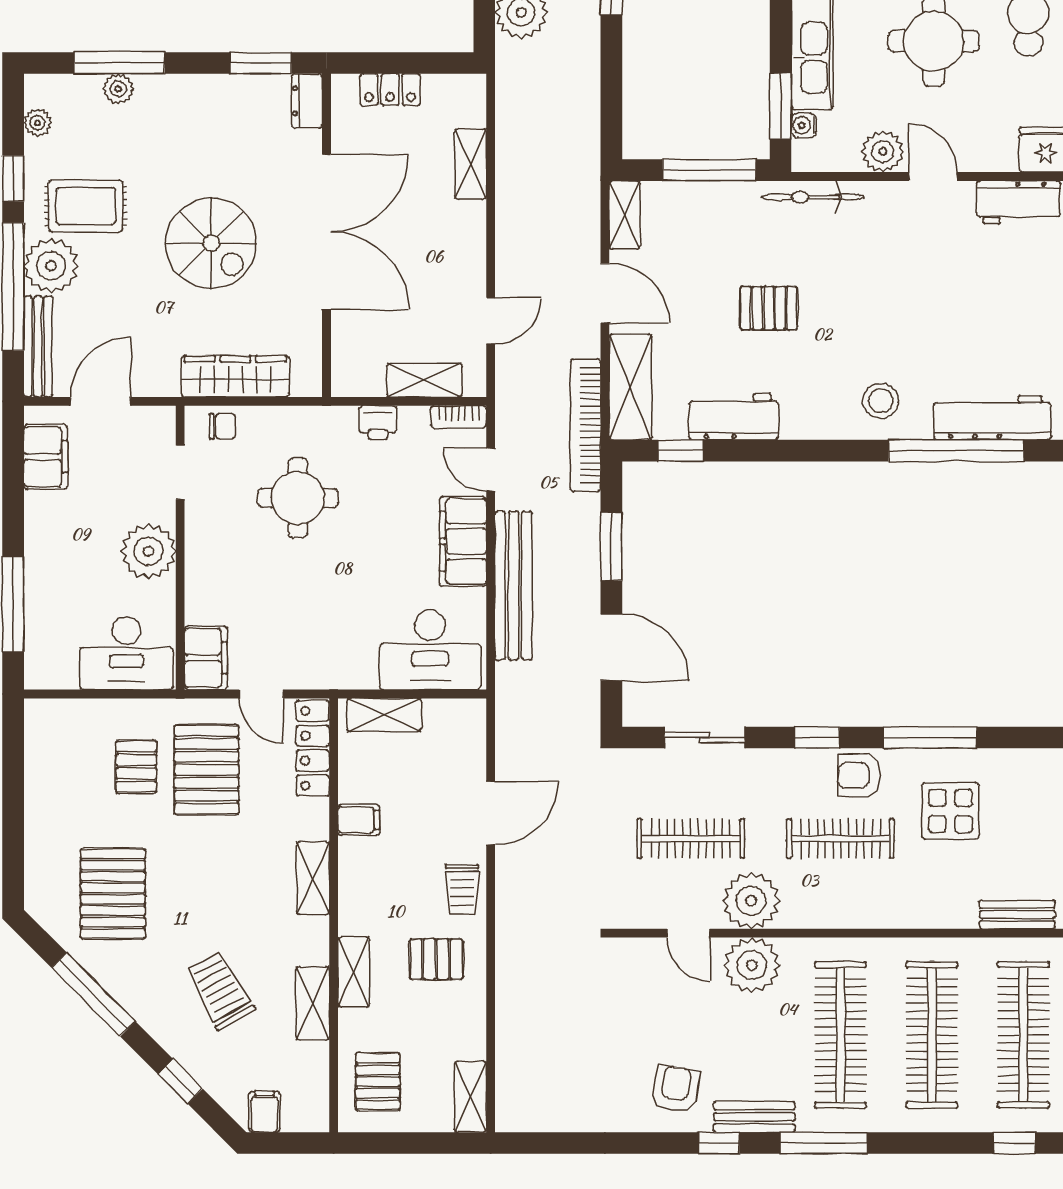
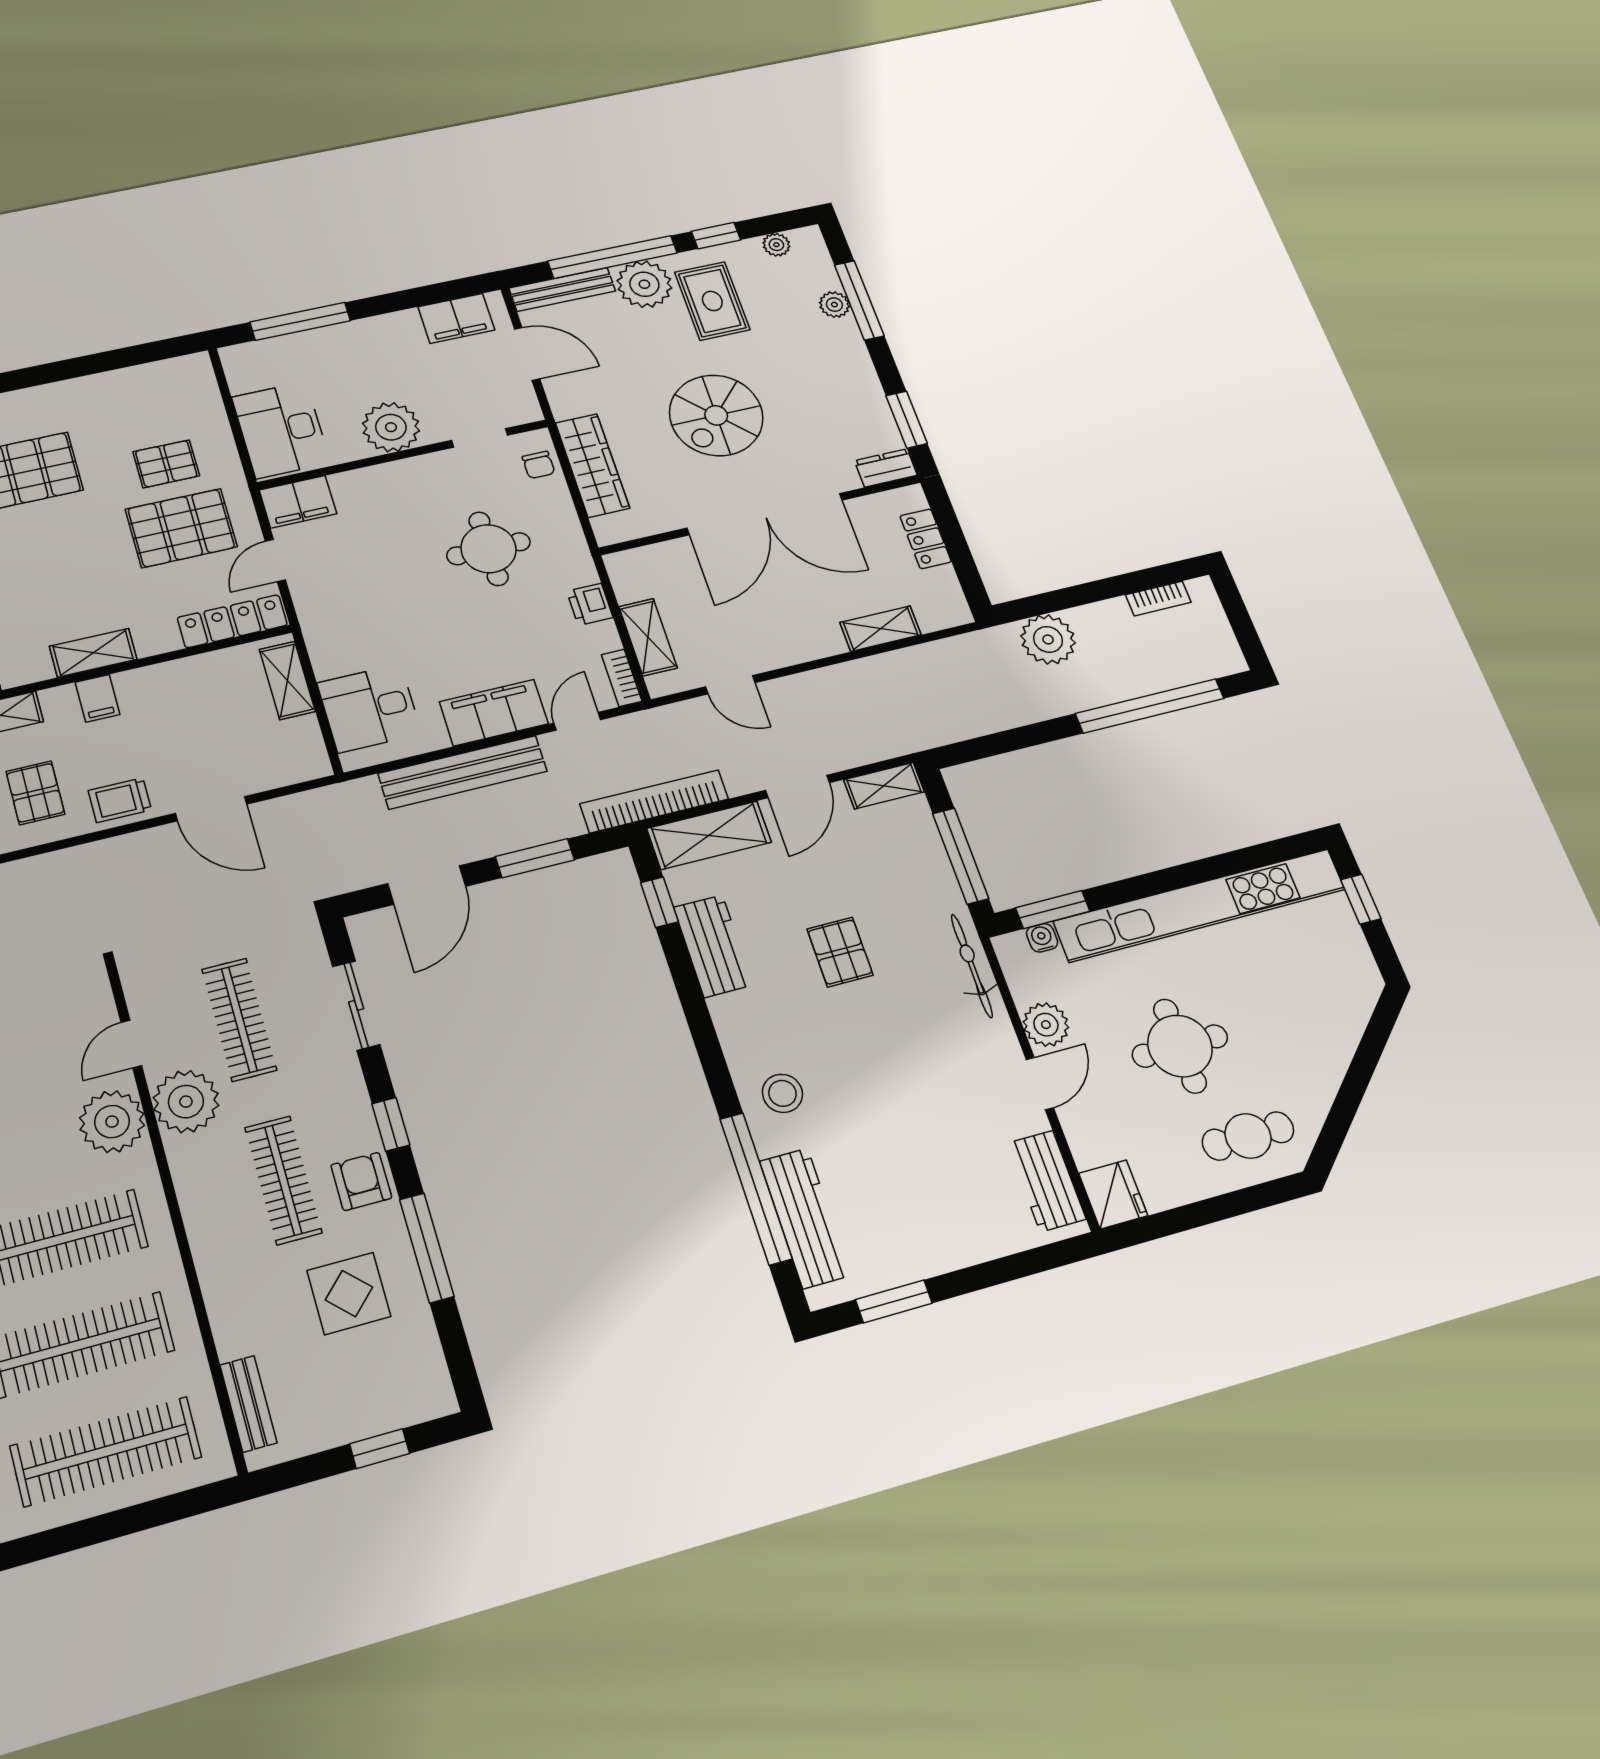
desk: (430, 650) -> (369, 708), width x0.73
filing cabinet: (359, 820) -> (97, 698), moved

